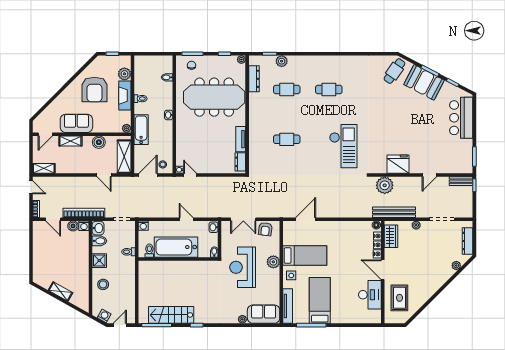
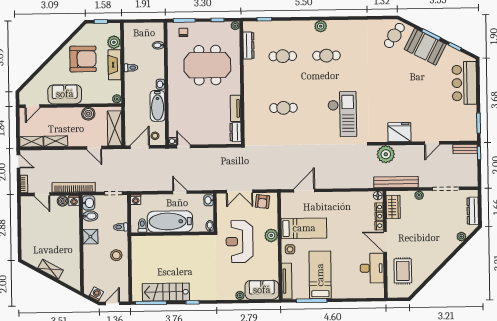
plant: (282, 61) -> (321, 26), moved
armchair: (94, 89) -> (83, 59), turned -90
meeting table: (214, 97) -> (207, 65), width x0.73
bathtub: (141, 130) -> (158, 106), moved, turned 180
shelving: (70, 141) -> (56, 141), moved
stool: (103, 284) -> (116, 255), moved

